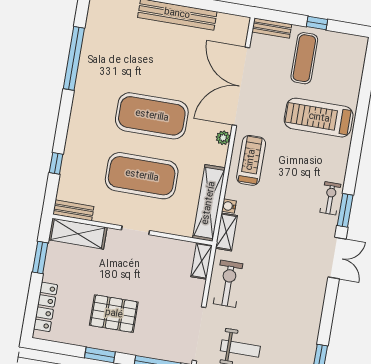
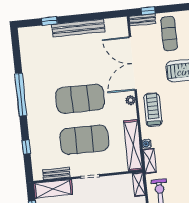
window: (317, 23) -> (148, 11), moved
window: (74, 58) -> (21, 95), moved
bench: (73, 210) -> (56, 174), moved

